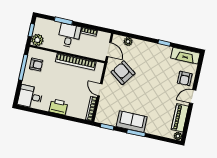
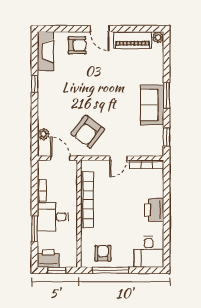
printer: (41, 26) -> (48, 259), added
plant: (37, 40) -> (69, 259), removed
door: (109, 50) -> (60, 158), hinge flipped

